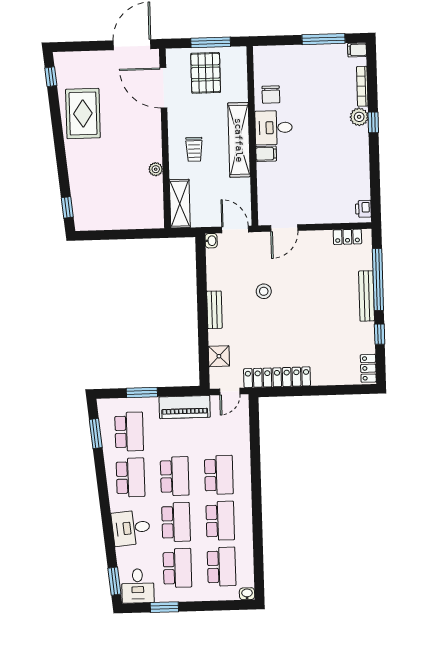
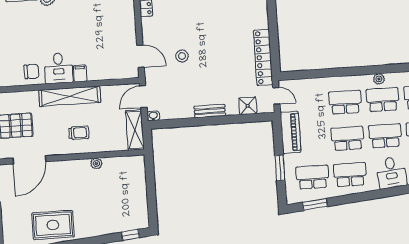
shelving: (180, 204) -> (135, 130), moved, turned 90
stool: (264, 291) -> (182, 56), moved
plant: (246, 517) -> (379, 79), added

